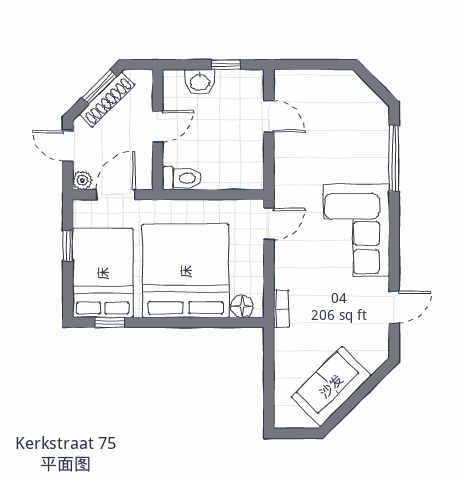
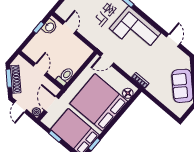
washbasin: (200, 82) -> (49, 27), moved
door: (269, 116) -> (69, 28), hinge flipped
door: (68, 146) -> (20, 107), hinge flipped
door: (269, 224) -> (107, 60), swing flipped

